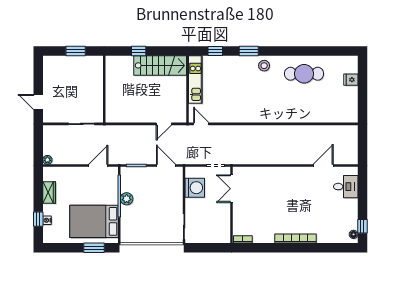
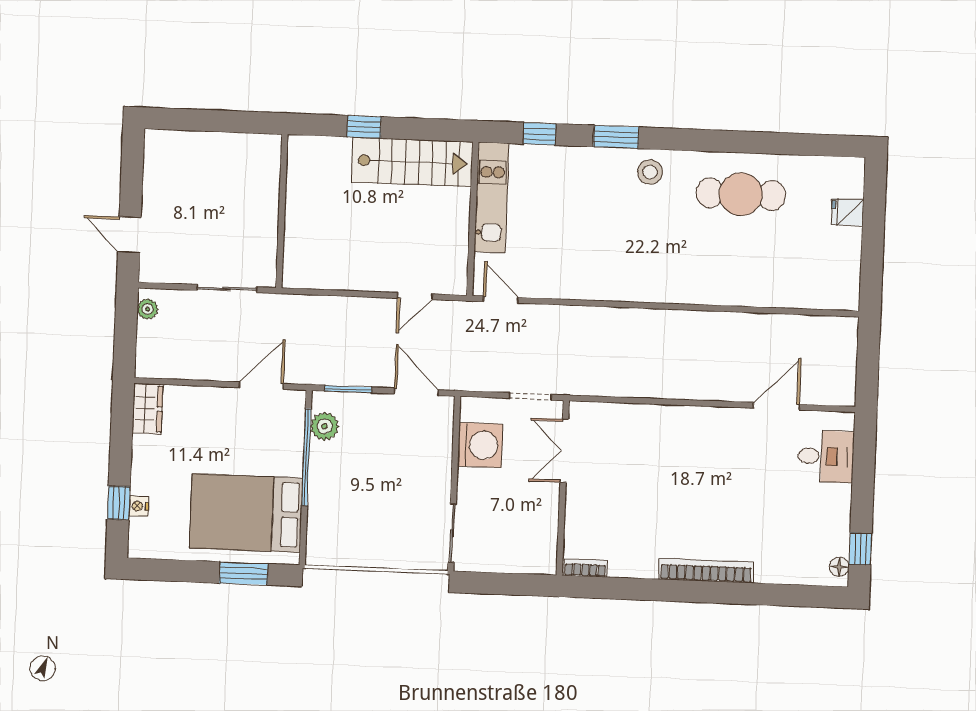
window: (76, 51) -> (220, 121), removed
plant: (47, 160) -> (148, 309), moved
wardrobe: (49, 192) -> (148, 409), moved
plant: (127, 199) -> (324, 426), moved

